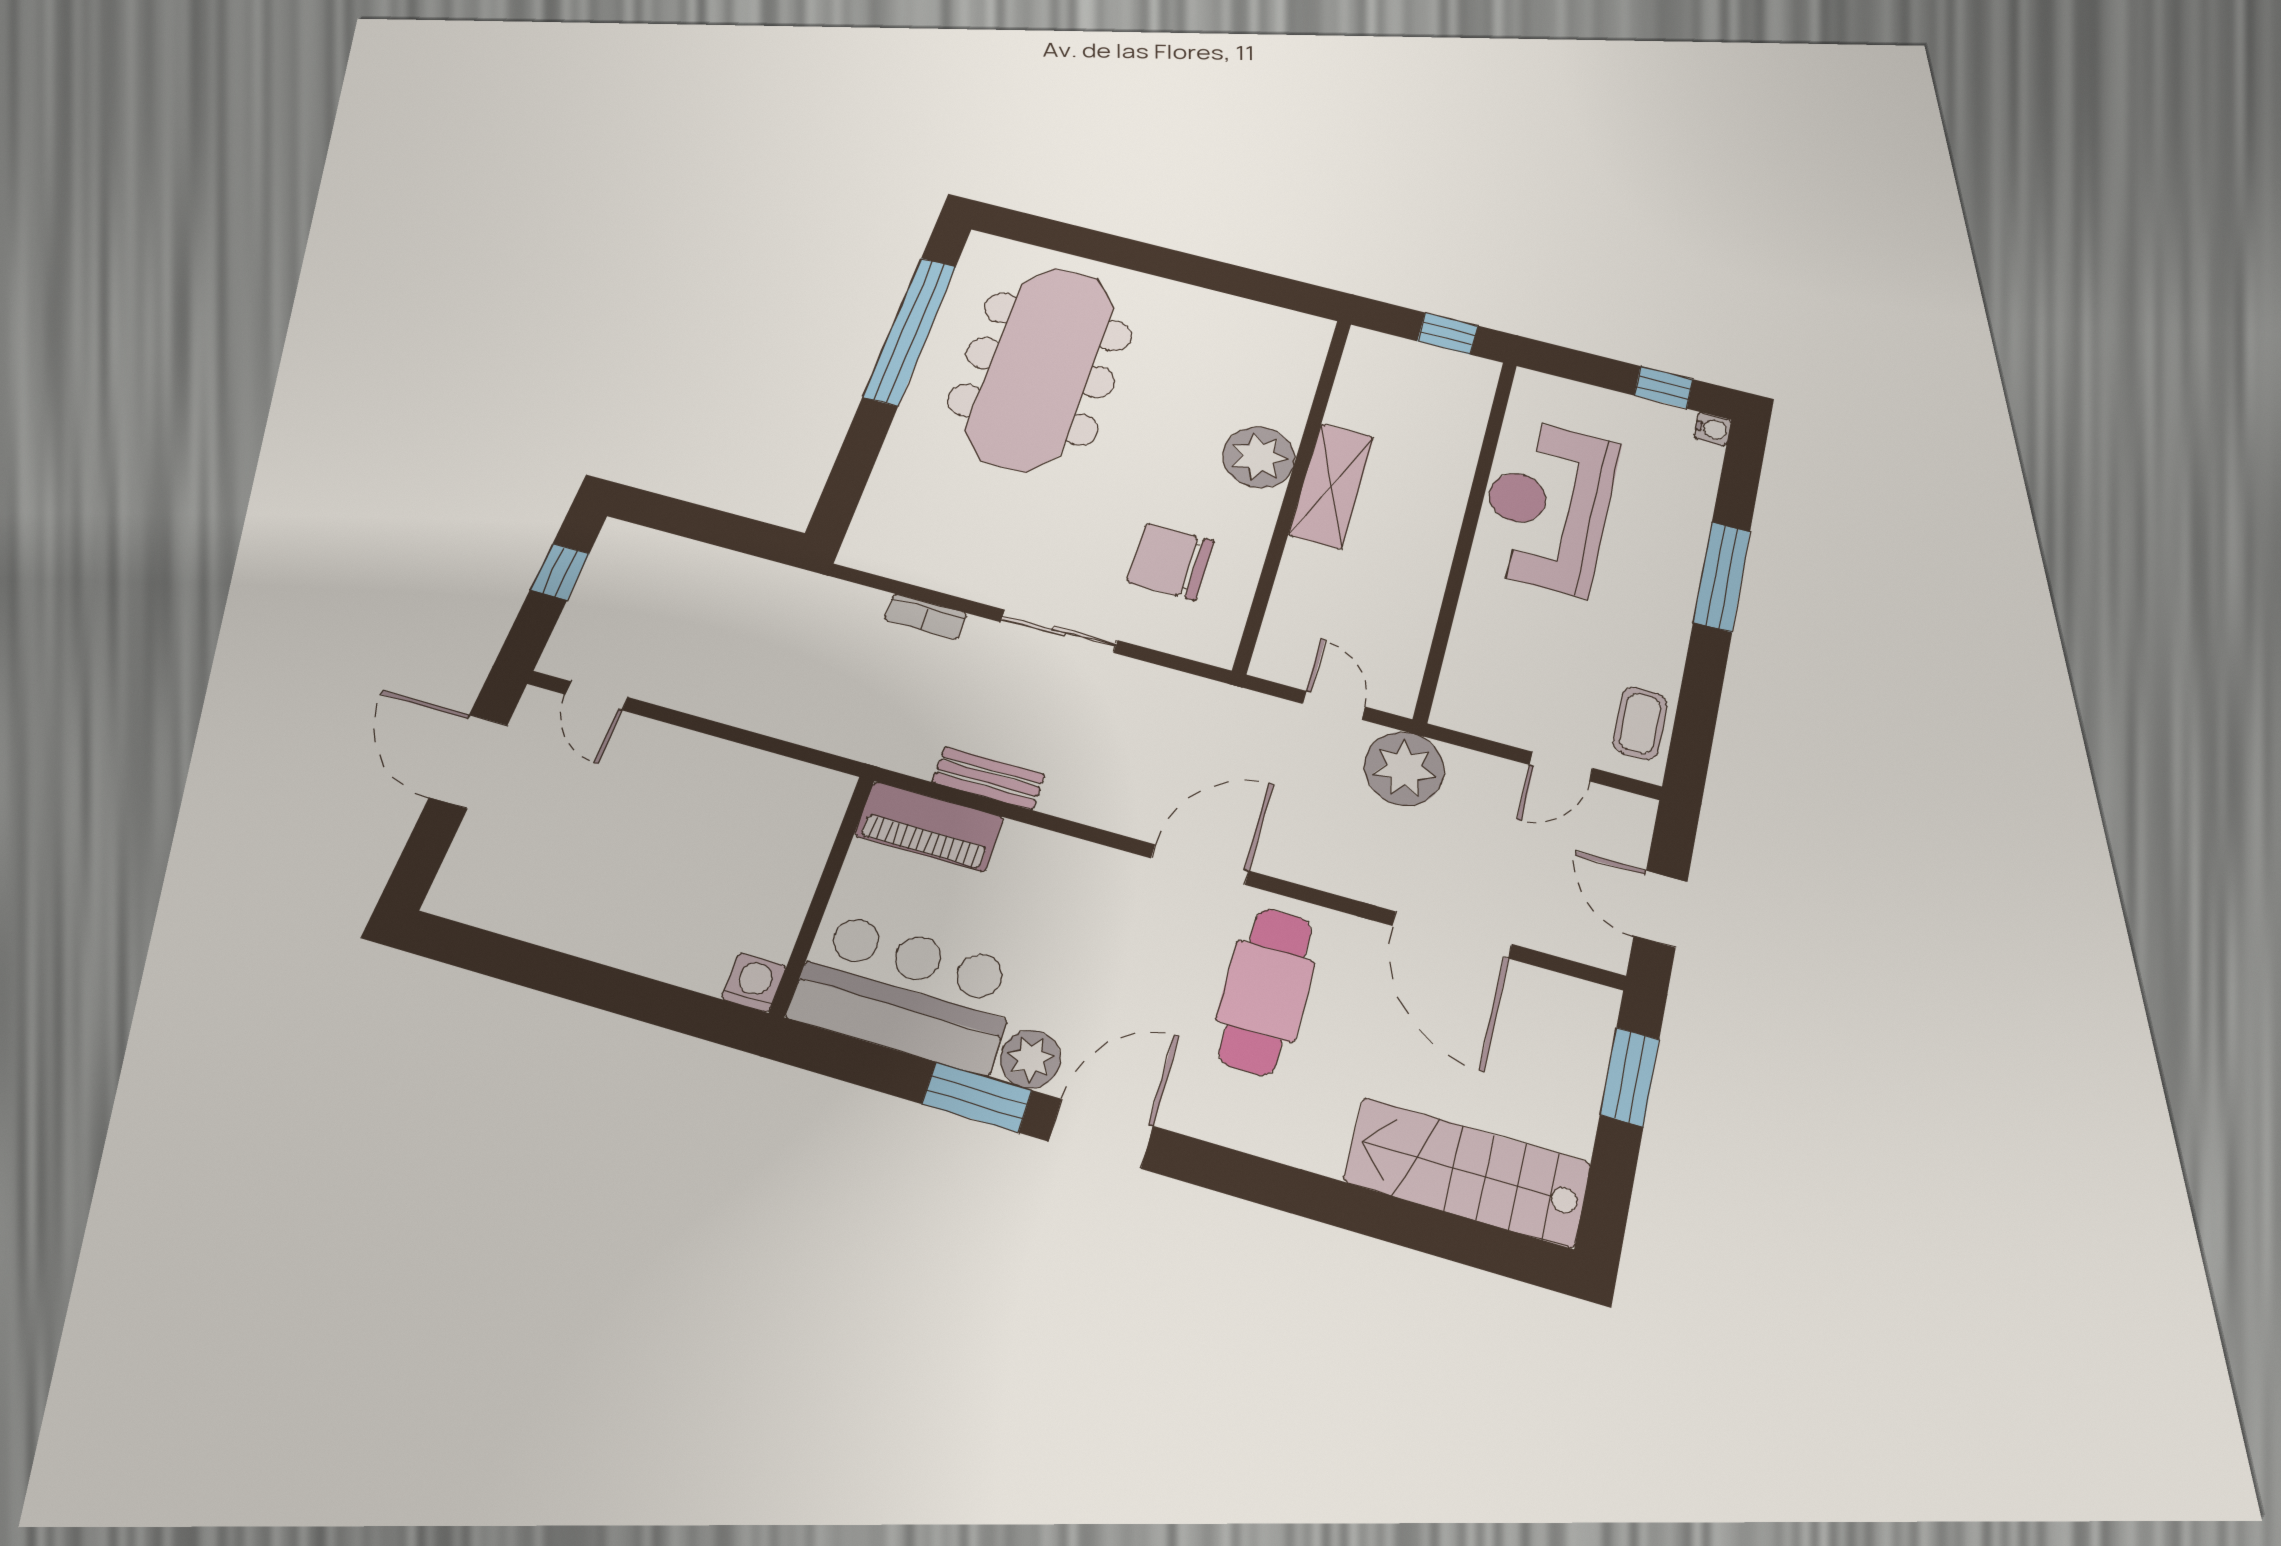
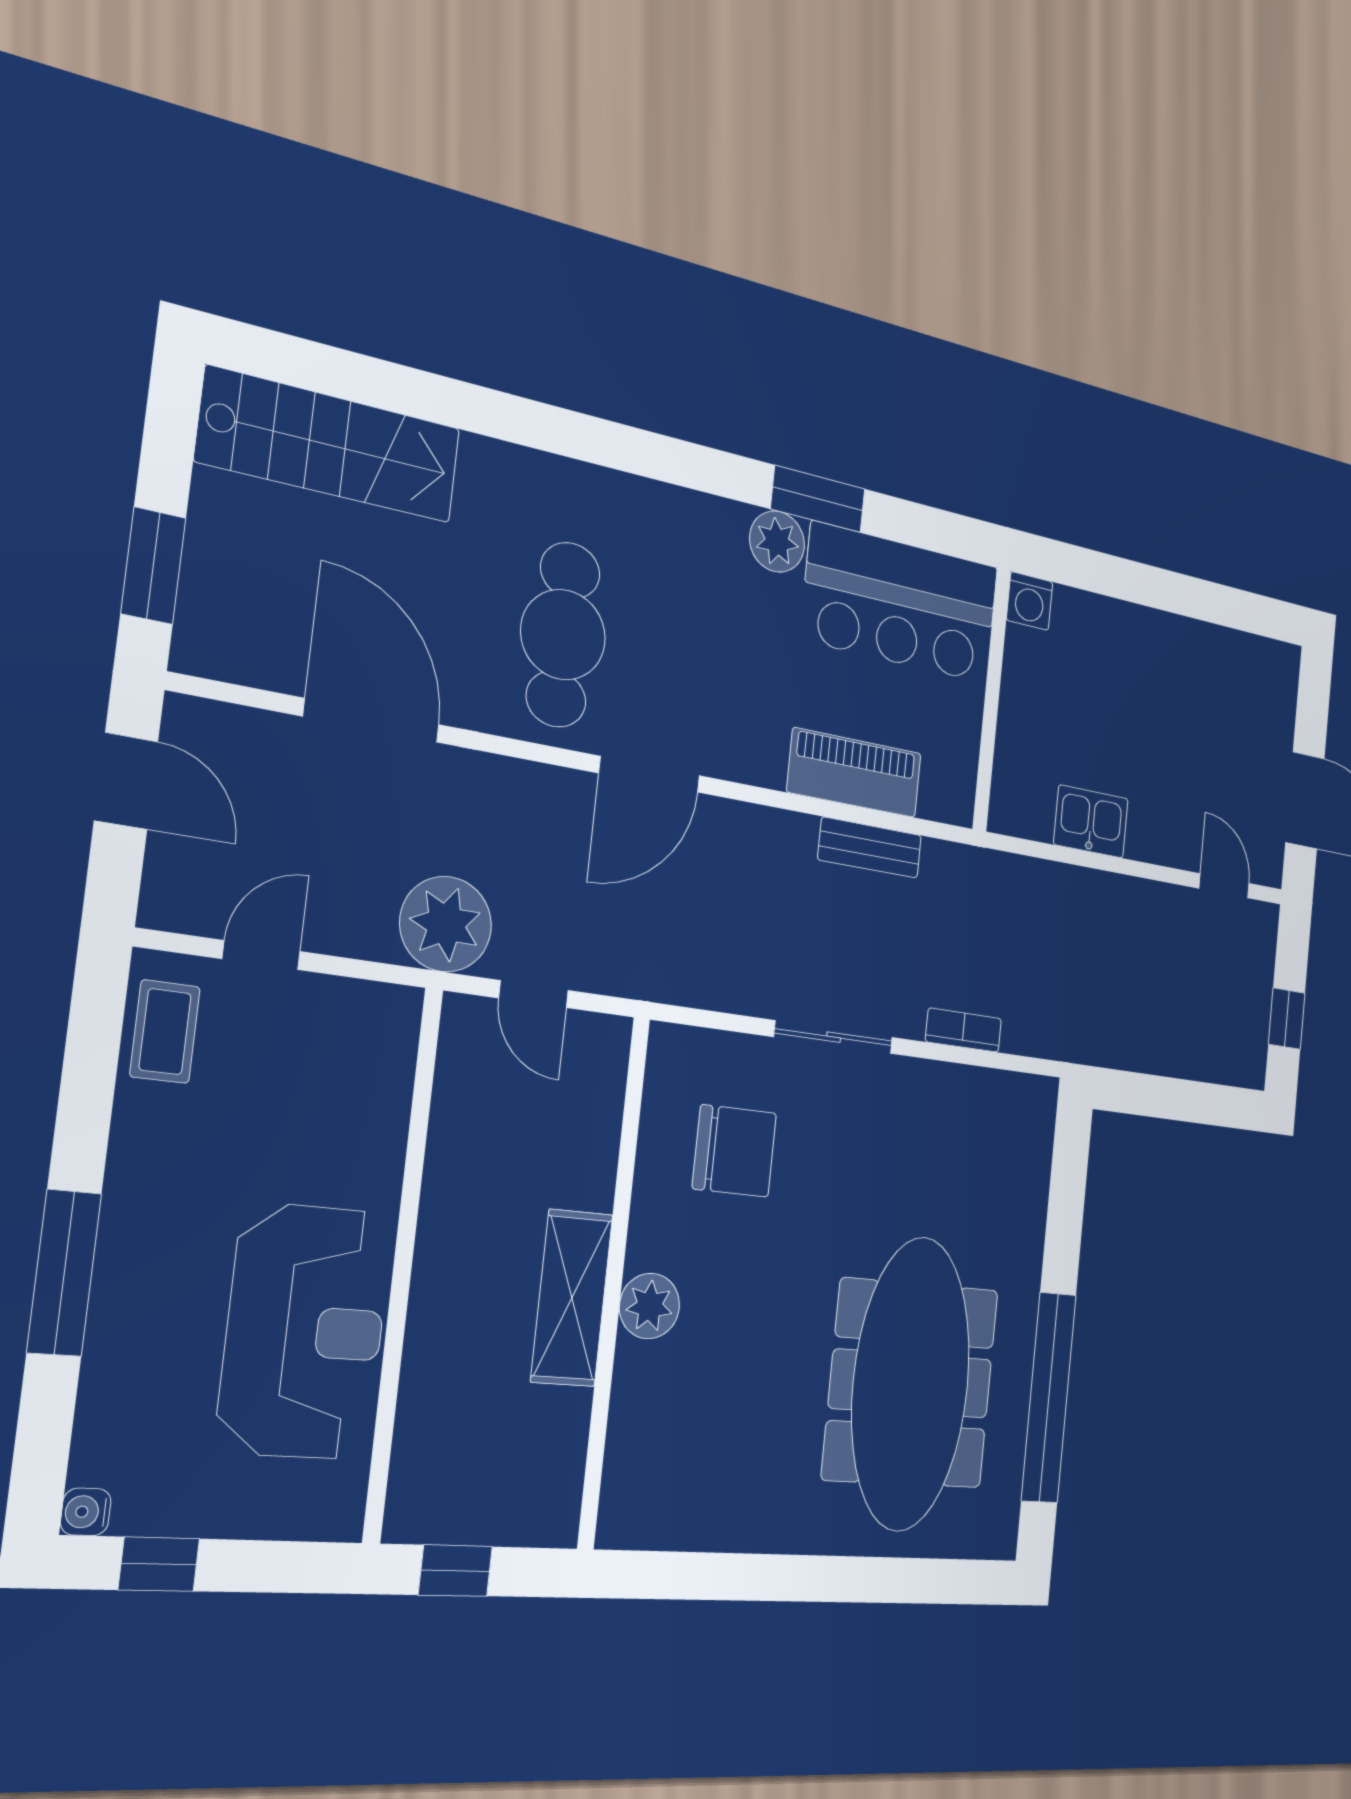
plant: (1259, 457) -> (650, 1306), width x0.73, depth x0.73
kitchen sink: (738, 772) -> (1091, 821), added
piano: (929, 826) -> (854, 773), moved
door: (1101, 1134) -> (700, 468), removed

